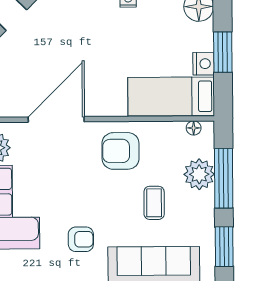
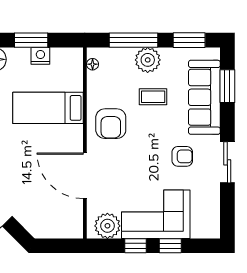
bed: (171, 96) -> (48, 108), moved, turned 90
plant: (199, 174) -> (148, 60), moved
armchair: (81, 239) -> (182, 156), turned 90

